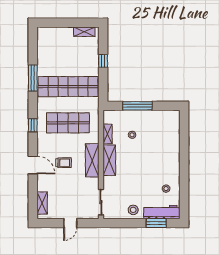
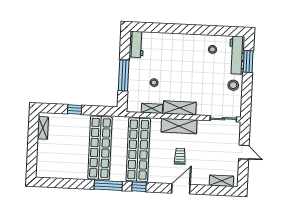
window: (33, 78) -> (108, 185), moved
workbench: (167, 116) -> (136, 44), added
shop shelf: (68, 123) -> (138, 150), width x1.40

